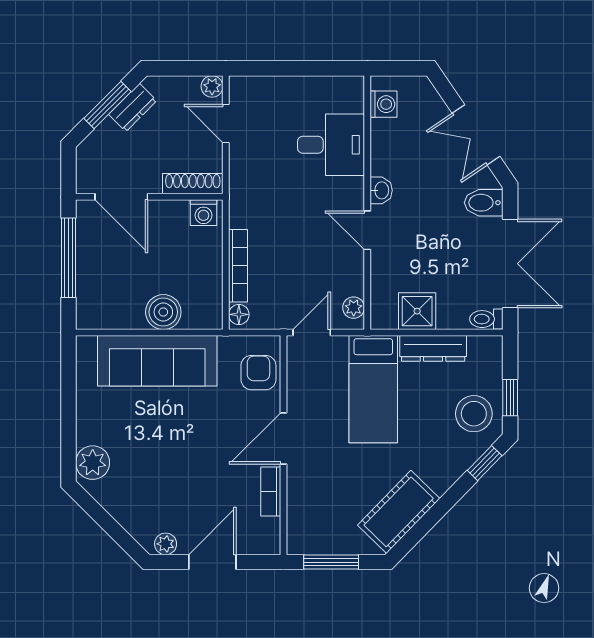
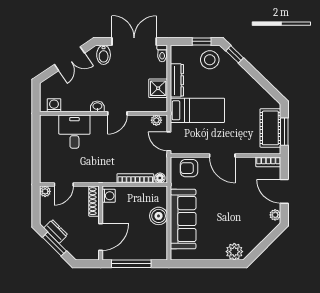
bookcase: (271, 491) -> (268, 162), moved
cot: (399, 512) -> (270, 128), moved, turned 46

